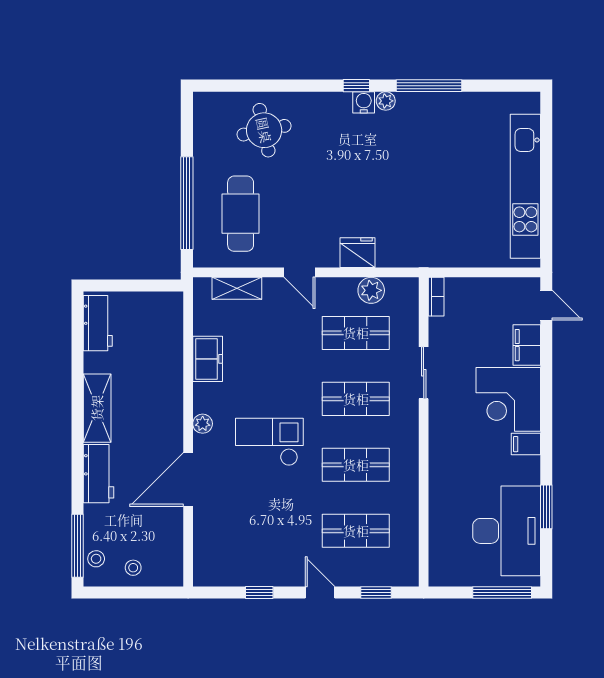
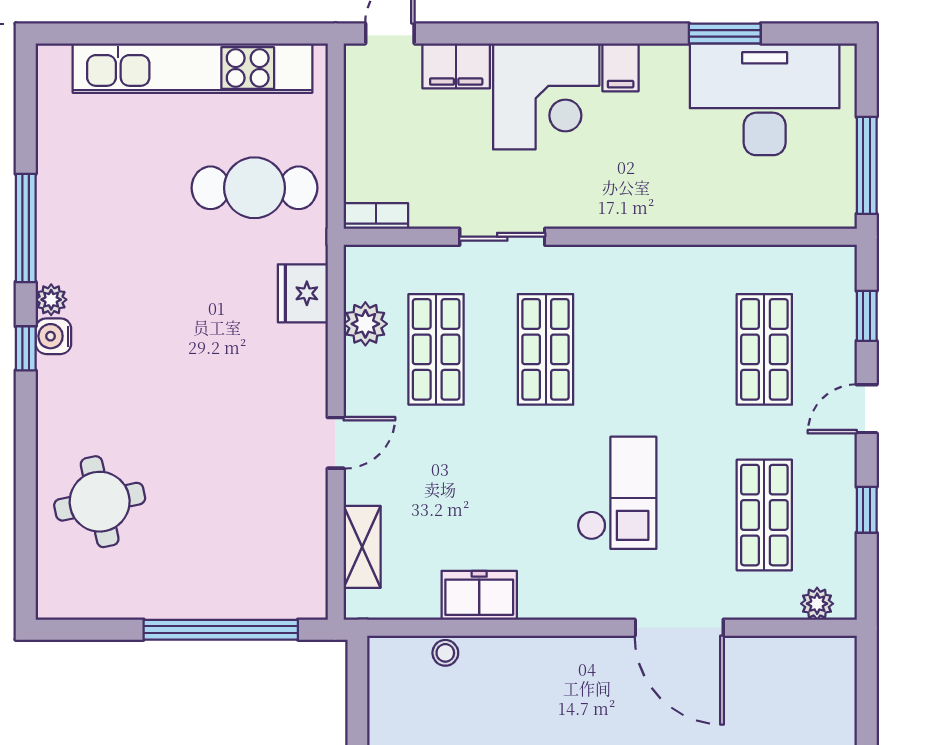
cafe table: (241, 214) -> (254, 188), moved
fridge: (357, 253) -> (303, 293), moved
plant: (203, 424) -> (817, 604), moved
checkout: (269, 442) -> (617, 493), turned 180
shop shelf: (356, 465) -> (764, 515), moved
stool: (133, 568) -> (445, 653), moved
window: (502, 592) -> (867, 165), moved

